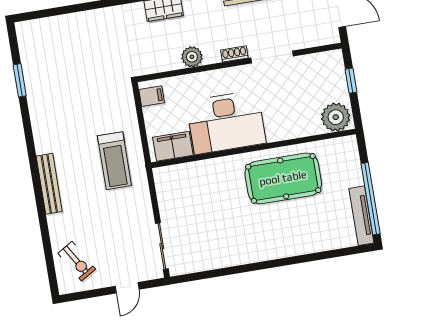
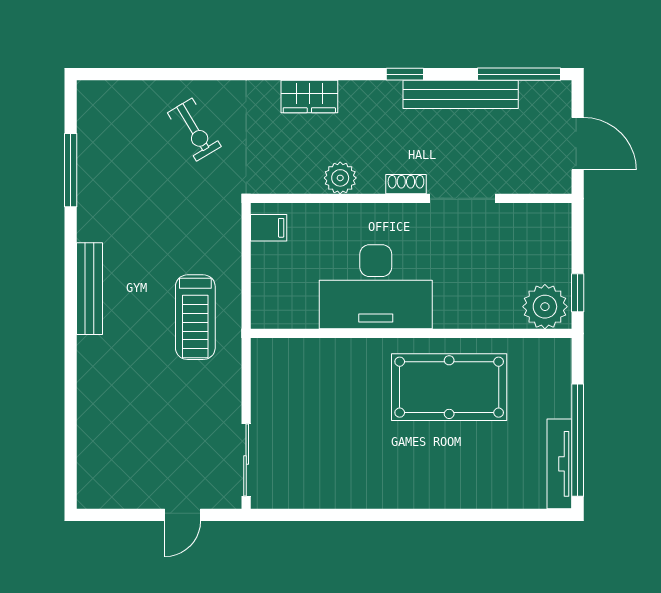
window: (20, 80) -> (71, 170), width x1.44
window: (351, 81) -> (578, 293), moved
filing cabinet: (173, 146) -> (288, 310), removed
bench: (49, 184) -> (90, 289), moved
exercise bike: (77, 261) -> (194, 130), moved

